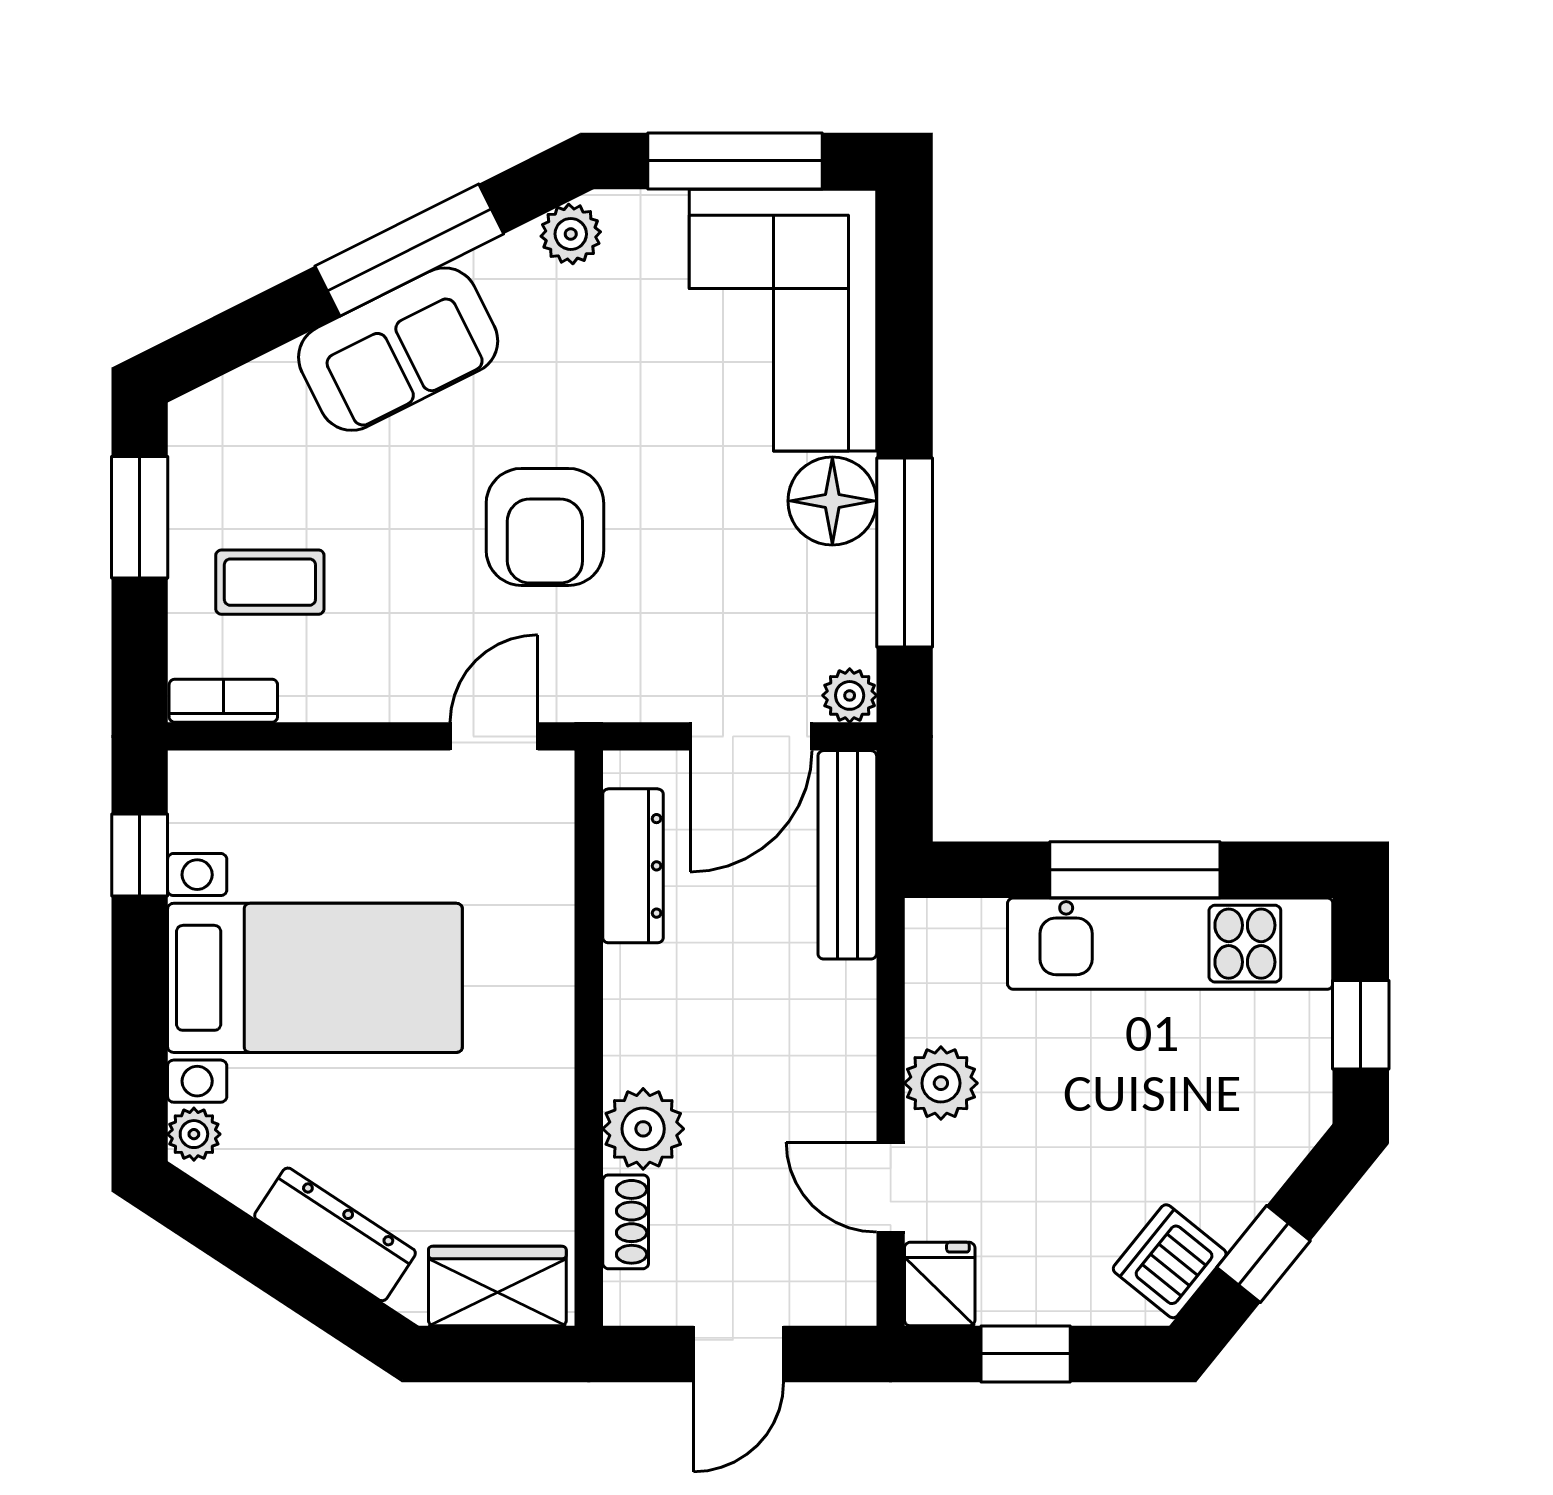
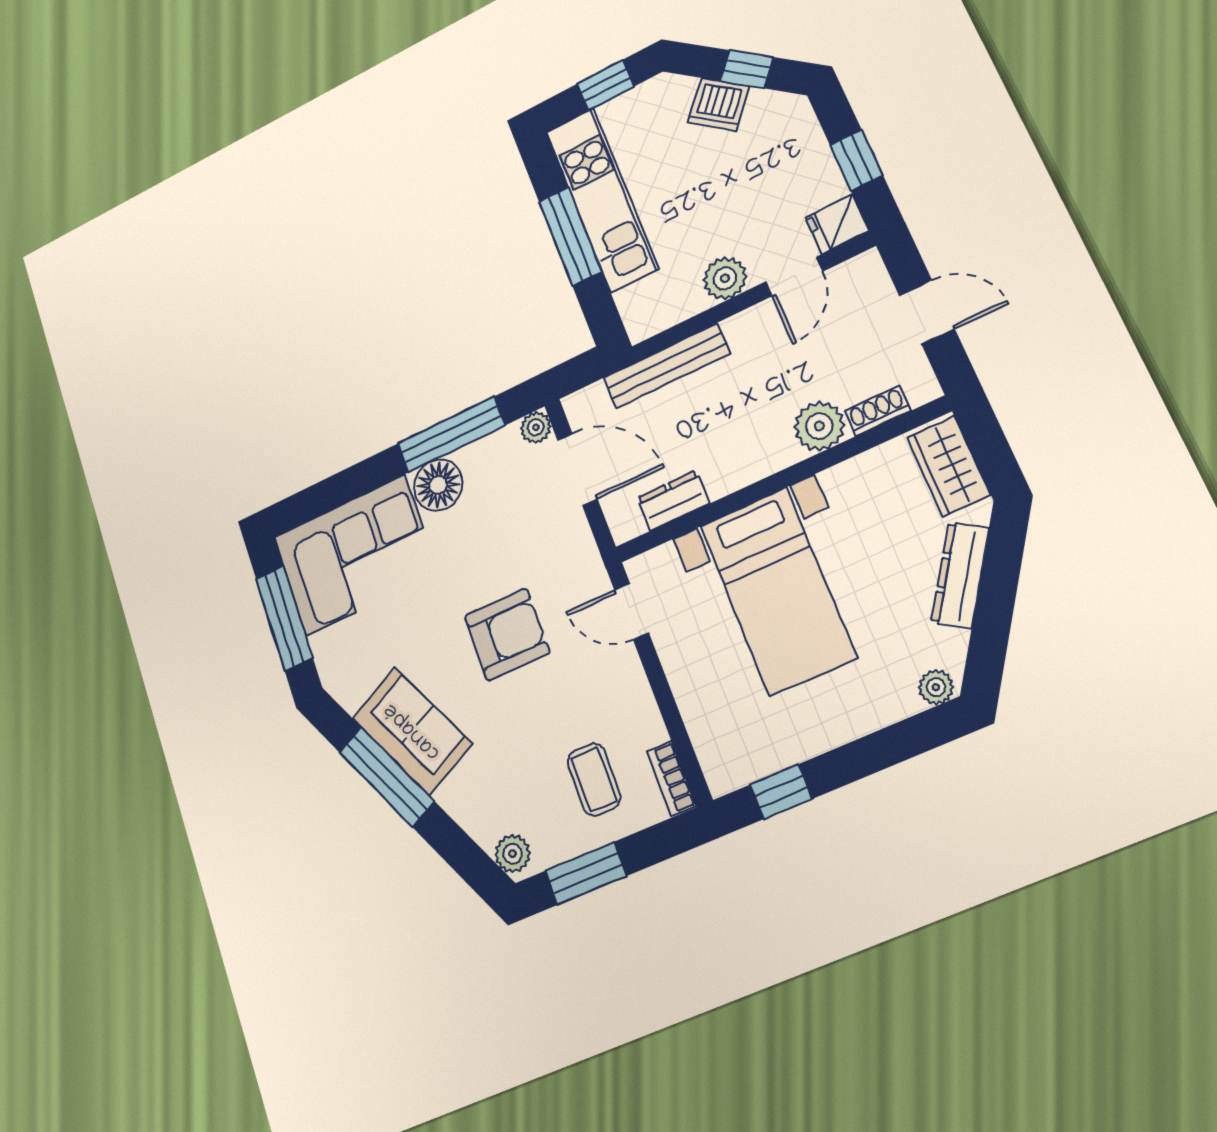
plant: (571, 234) -> (512, 854), moved
sofa: (398, 349) -> (412, 731), moved
bench: (847, 855) -> (667, 366), moved
dresser: (633, 866) -> (673, 501), width x0.70
bed with nightstands: (315, 978) -> (778, 591), moved, turned 180
dishwasher: (1170, 1261) -> (718, 104), moved

